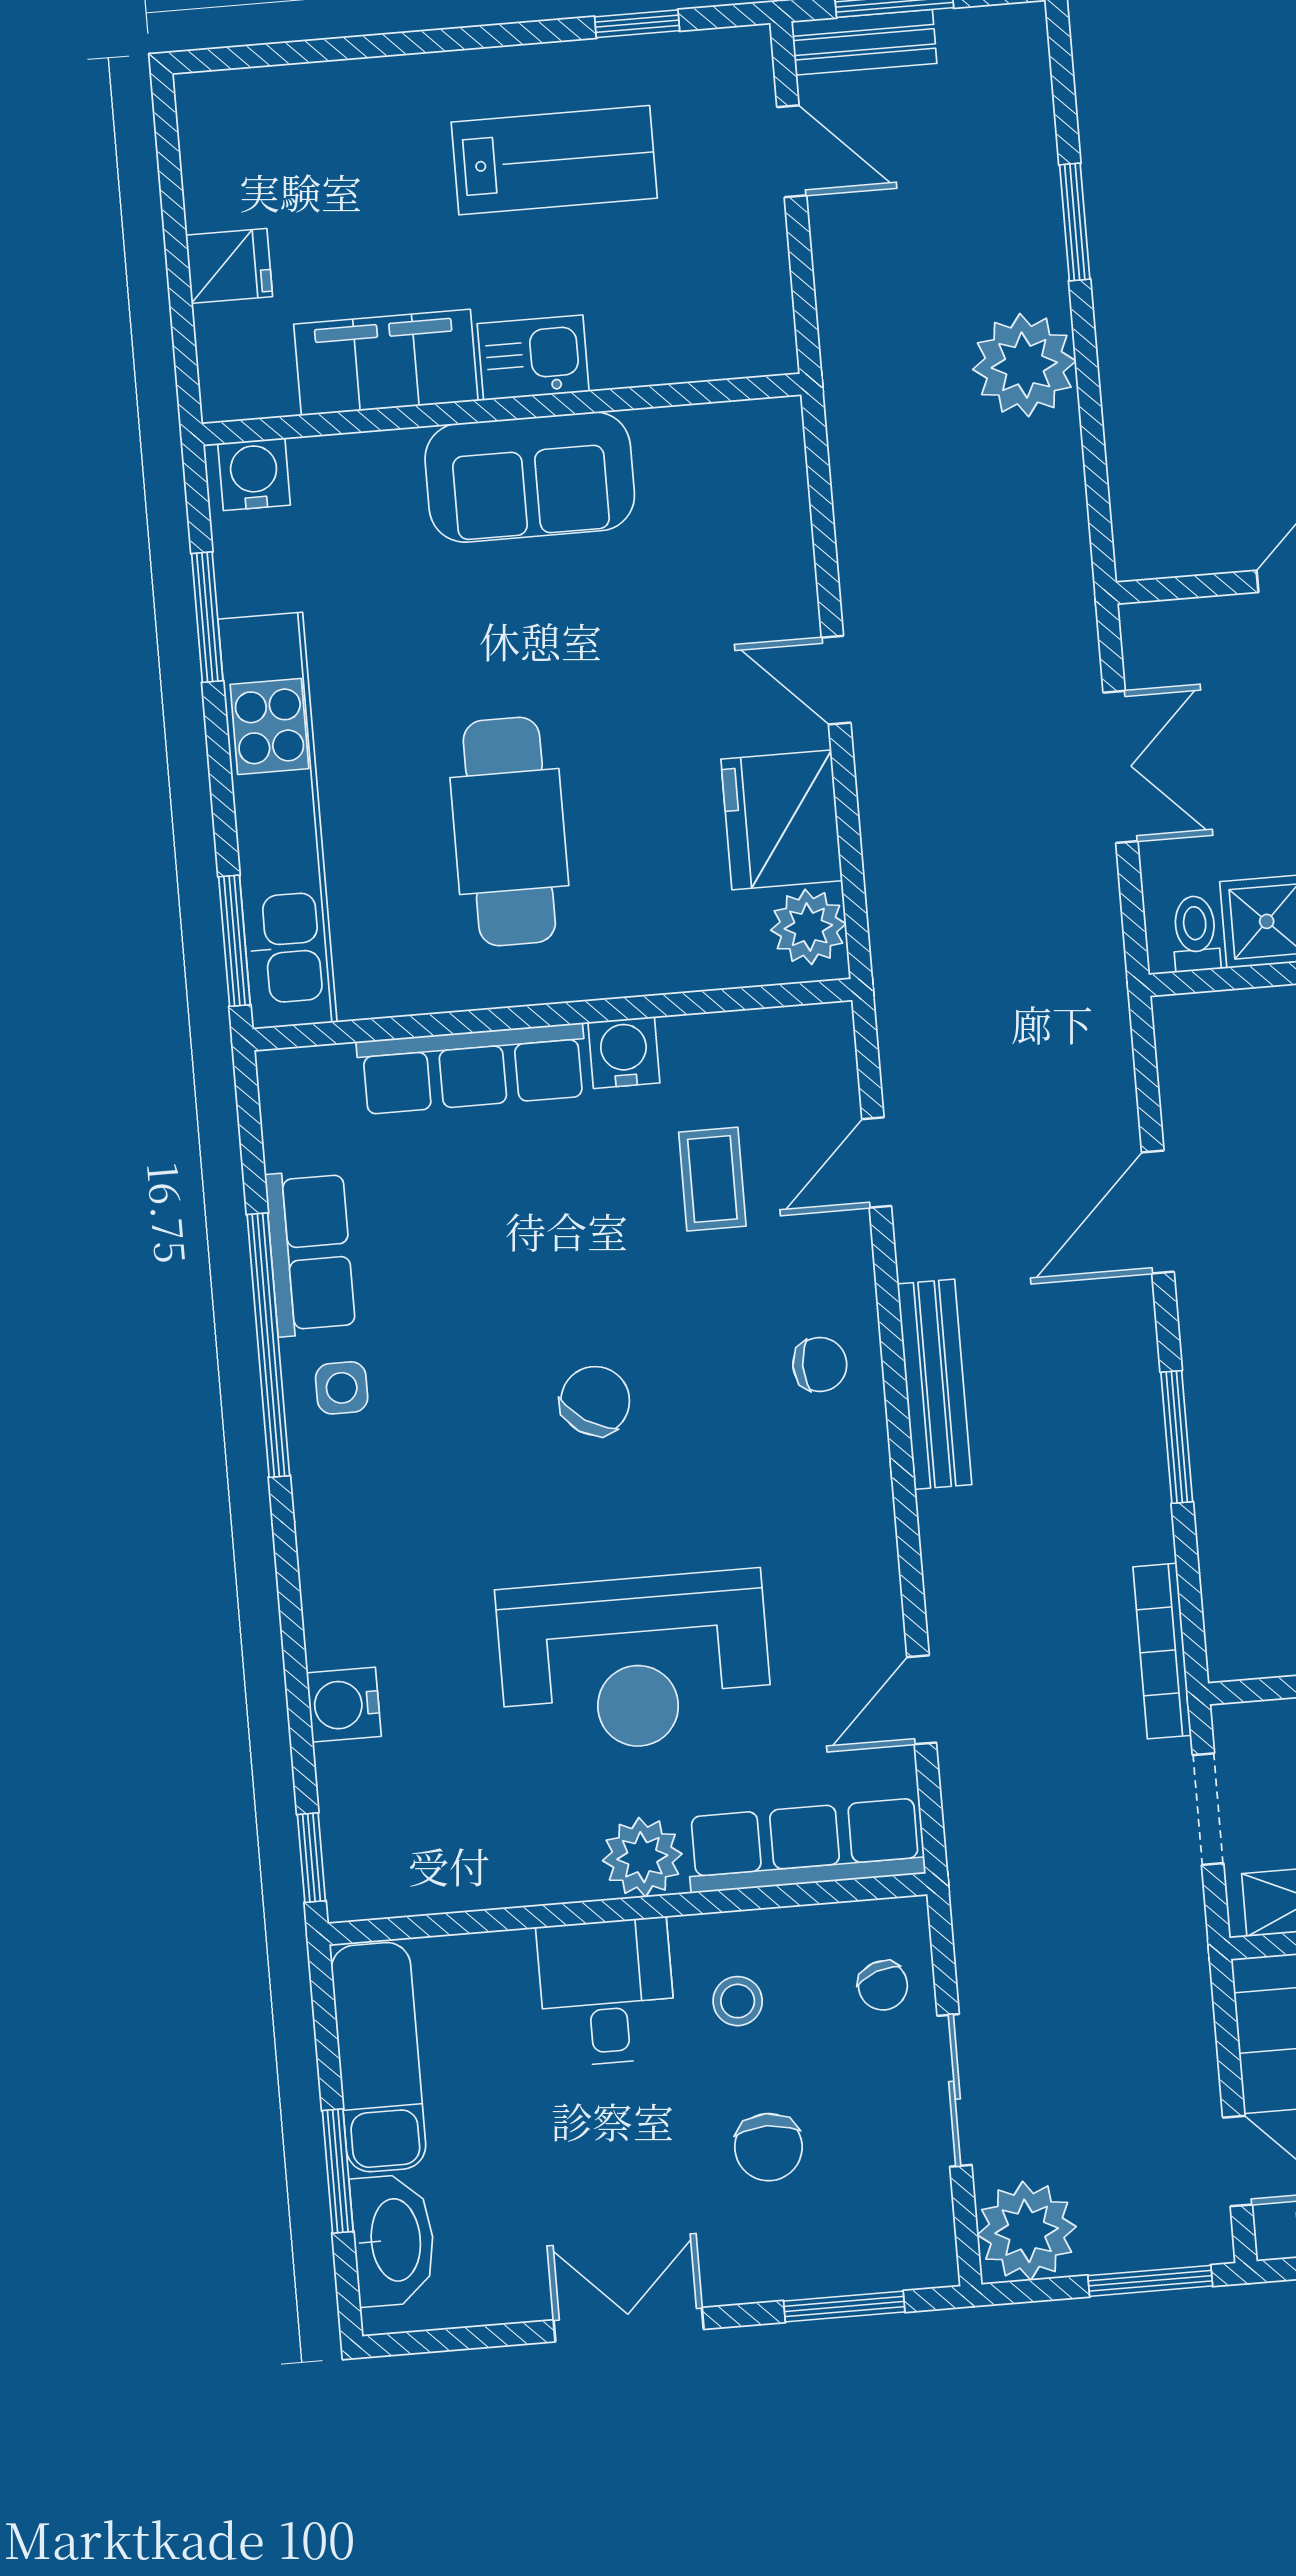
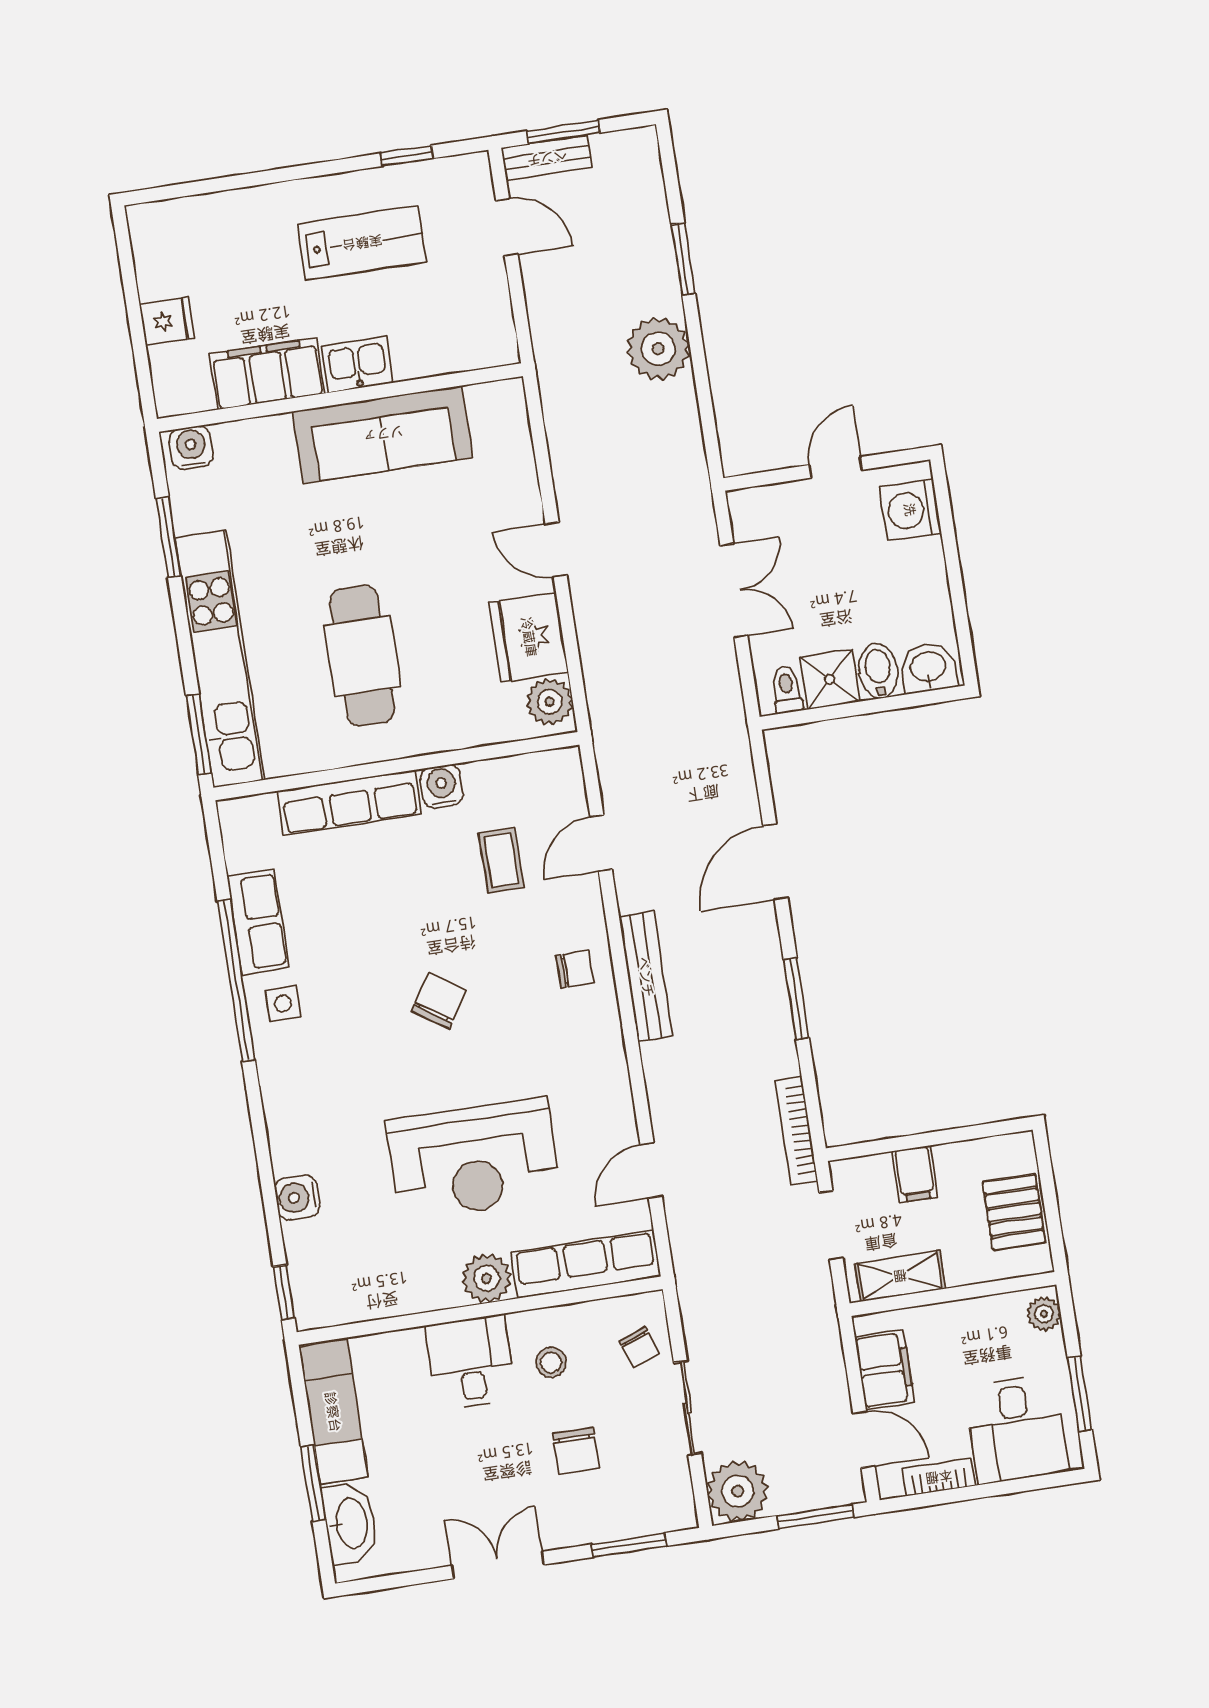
sofa: (530, 477) -> (383, 434), width x1.36

